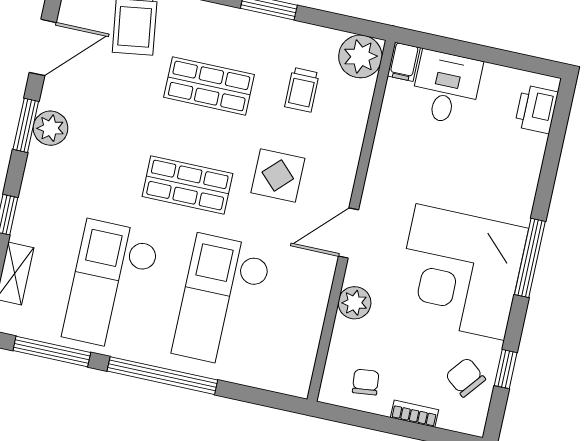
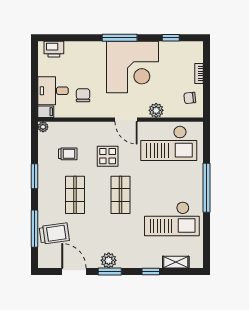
plant: (360, 56) -> (43, 127), width x0.53, depth x0.53
checkout: (222, 301) -> (169, 143), moved
window: (52, 351) -> (206, 238), removed
chair: (465, 377) -> (83, 95), moved, turned 141

